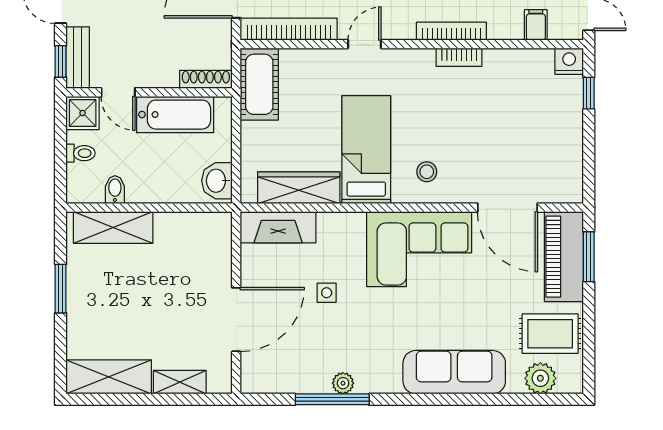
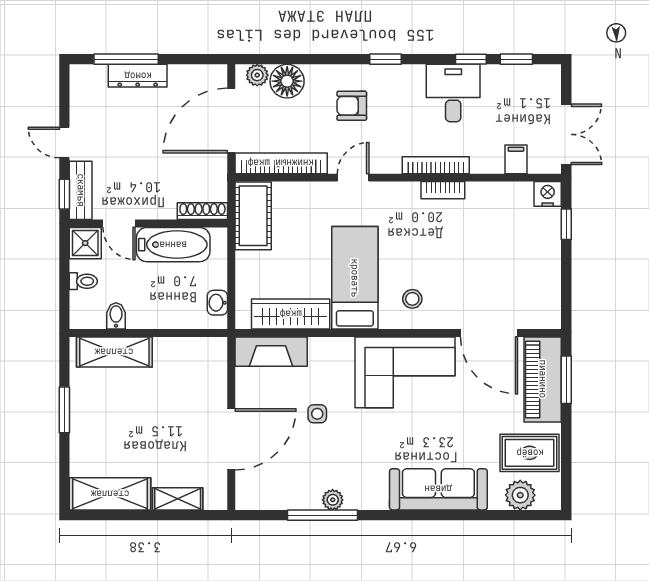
washbasin: (217, 181) -> (217, 303), width x0.72, depth x0.69

